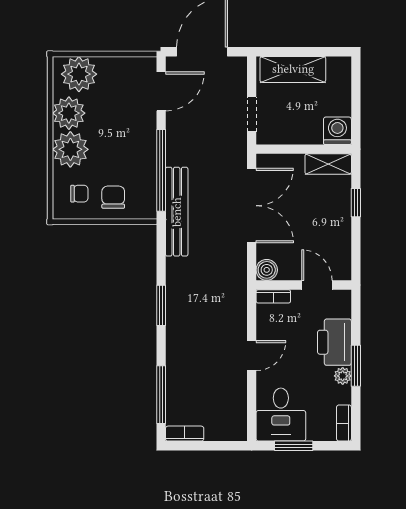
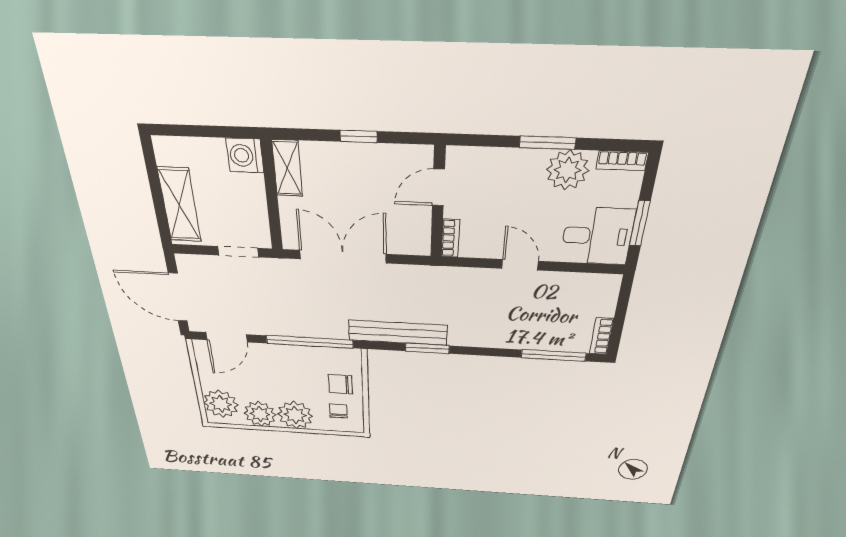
door: (161, 91) -> (227, 337), swing flipped
window: (356, 203) -> (359, 136), moved
bench: (177, 212) -> (398, 333), moved
boiler: (267, 270) -> (418, 244), removed
window: (161, 305) -> (427, 348), moved
printer: (334, 342) -> (513, 169), removed
plant: (343, 376) -> (567, 170), width x1.88, depth x1.88

